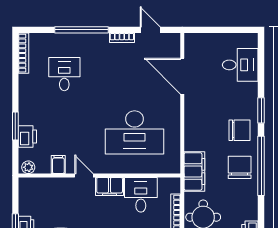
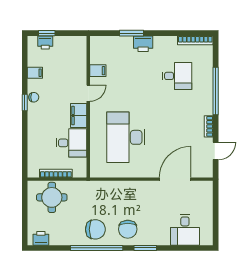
printer: (27, 137) -> (143, 44), moved
plant: (28, 167) -> (95, 44), removed
filing cabinet: (194, 171) -> (92, 190), removed

